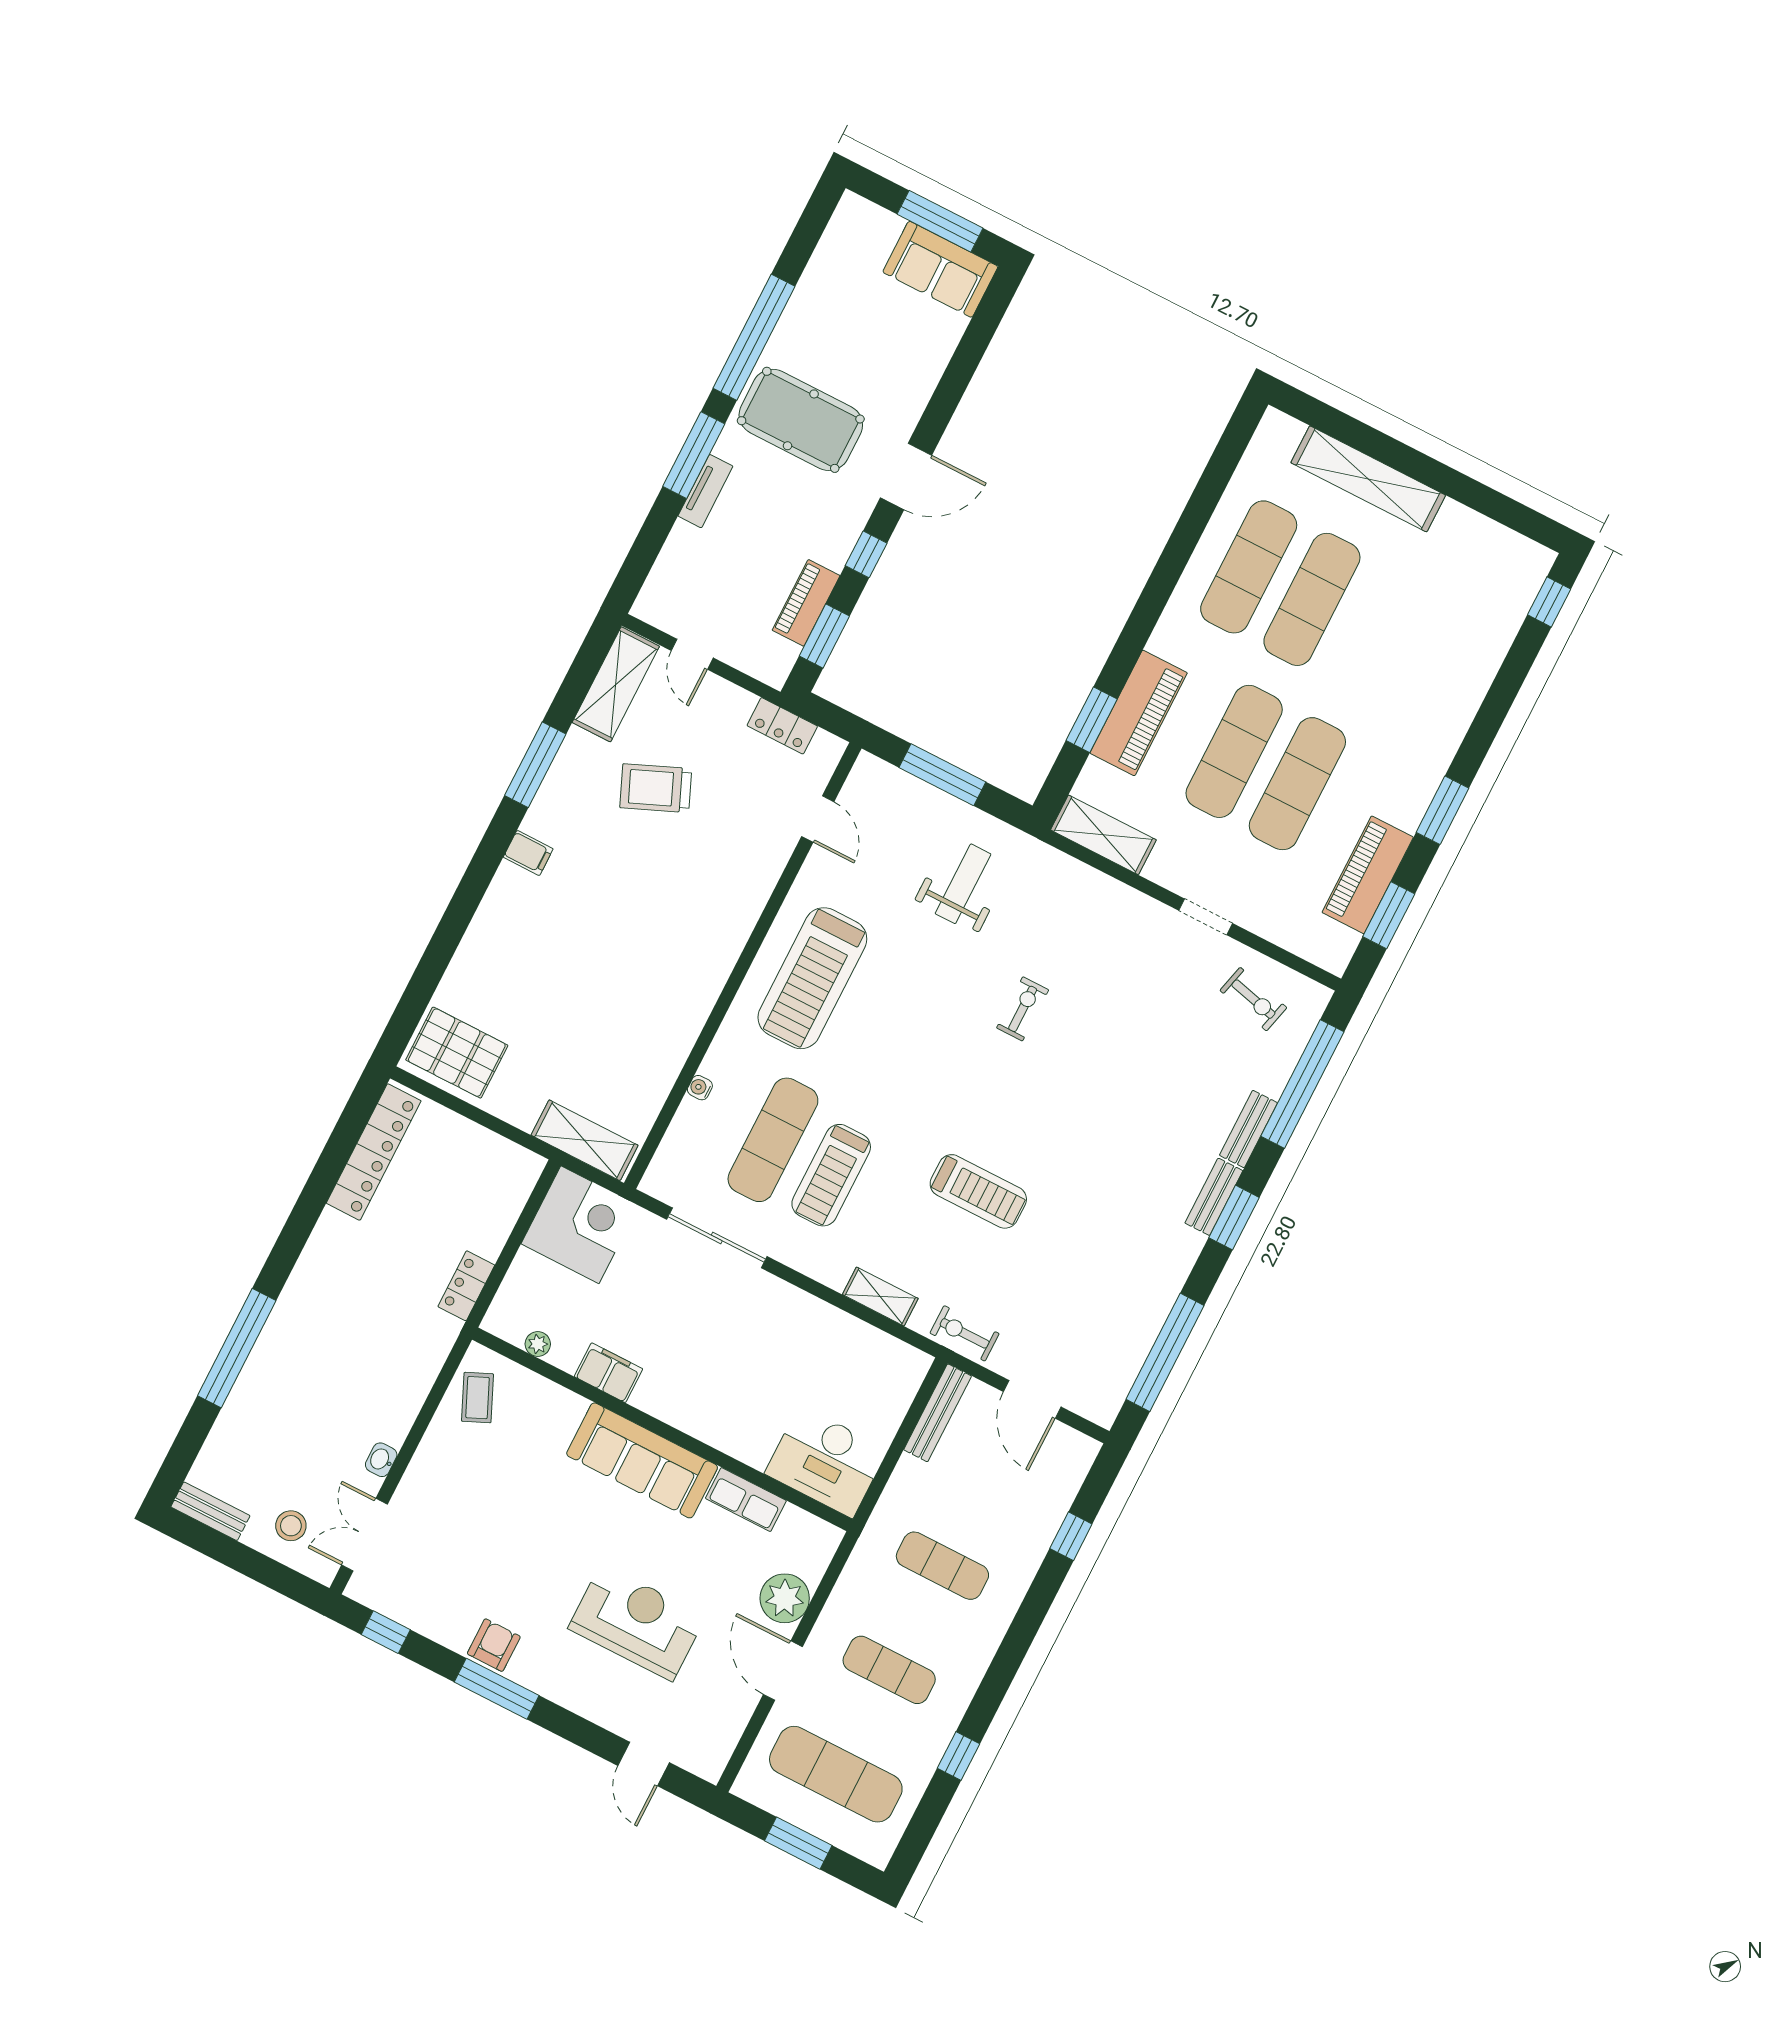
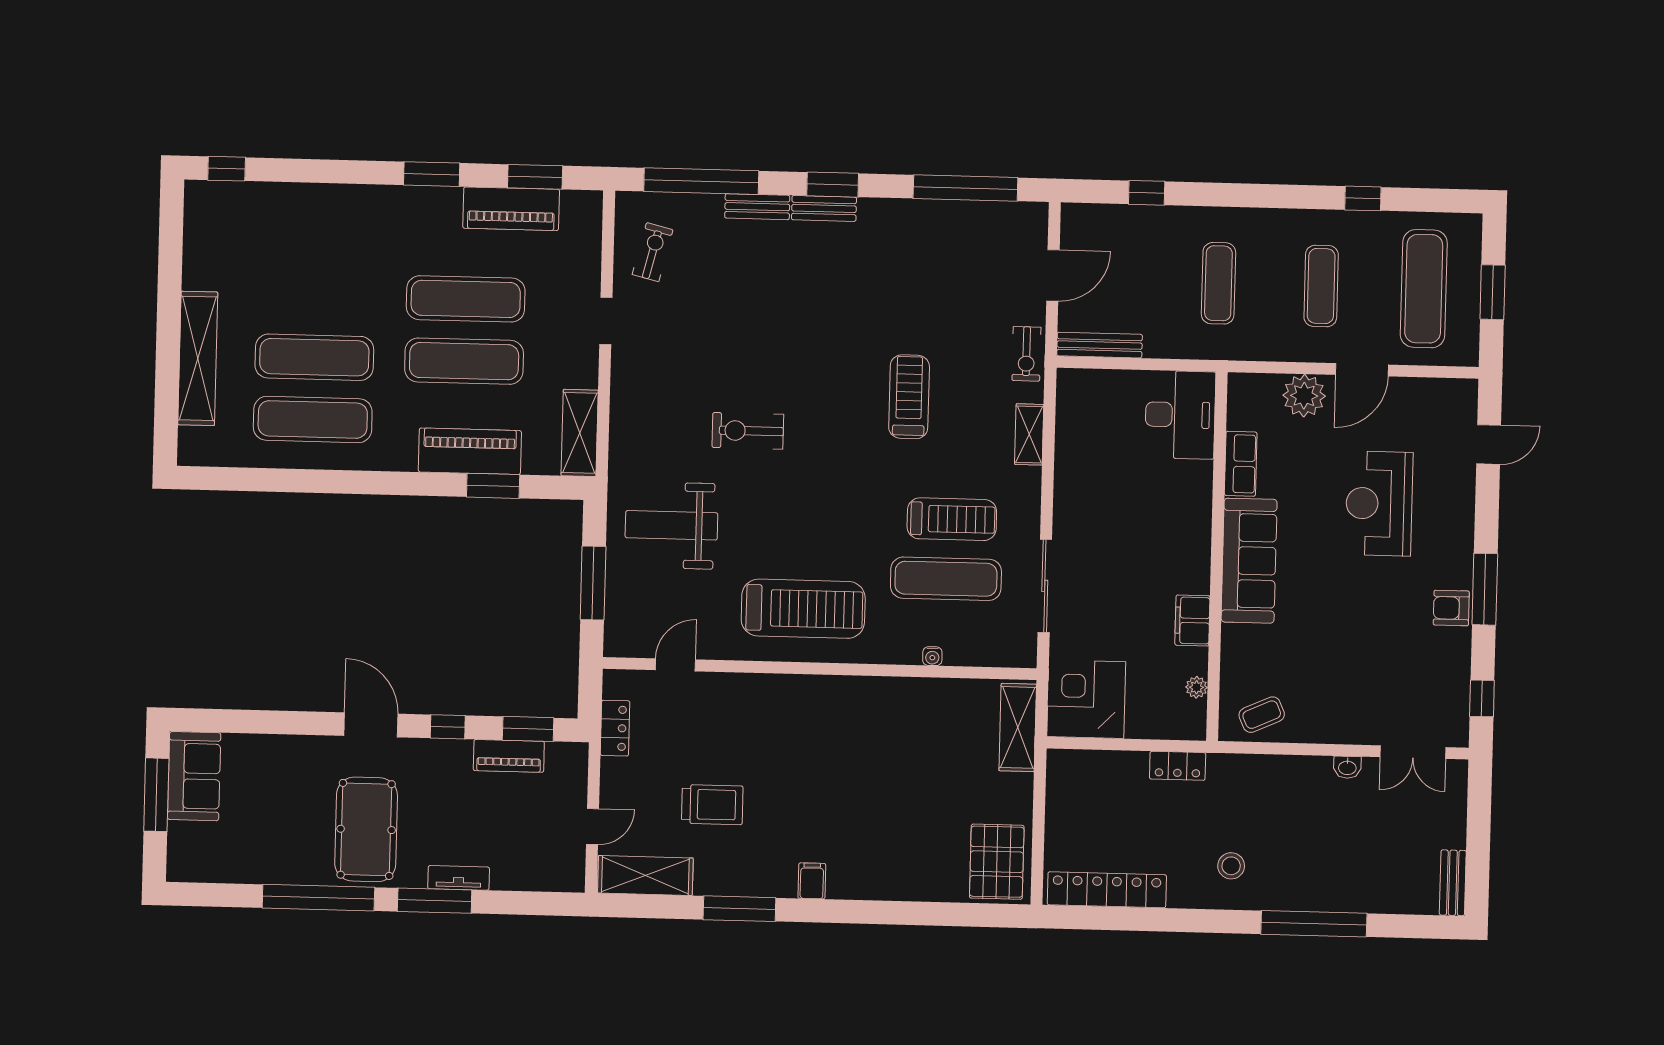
trolley: (656, 788) -> (712, 805), turned -67
weight bench: (963, 884) -> (671, 525), width x1.36, depth x1.33
exercise bike: (1023, 1009) -> (748, 431), width x1.38, depth x1.39
stool: (291, 1526) -> (1231, 866), moved

